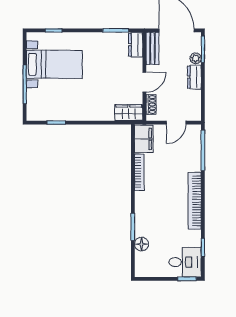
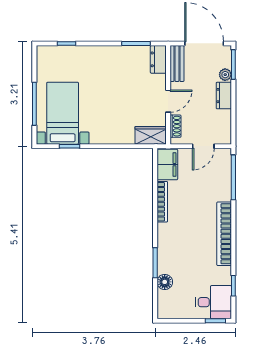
bed with nightstands: (54, 64) -> (63, 113), moved, turned -90

